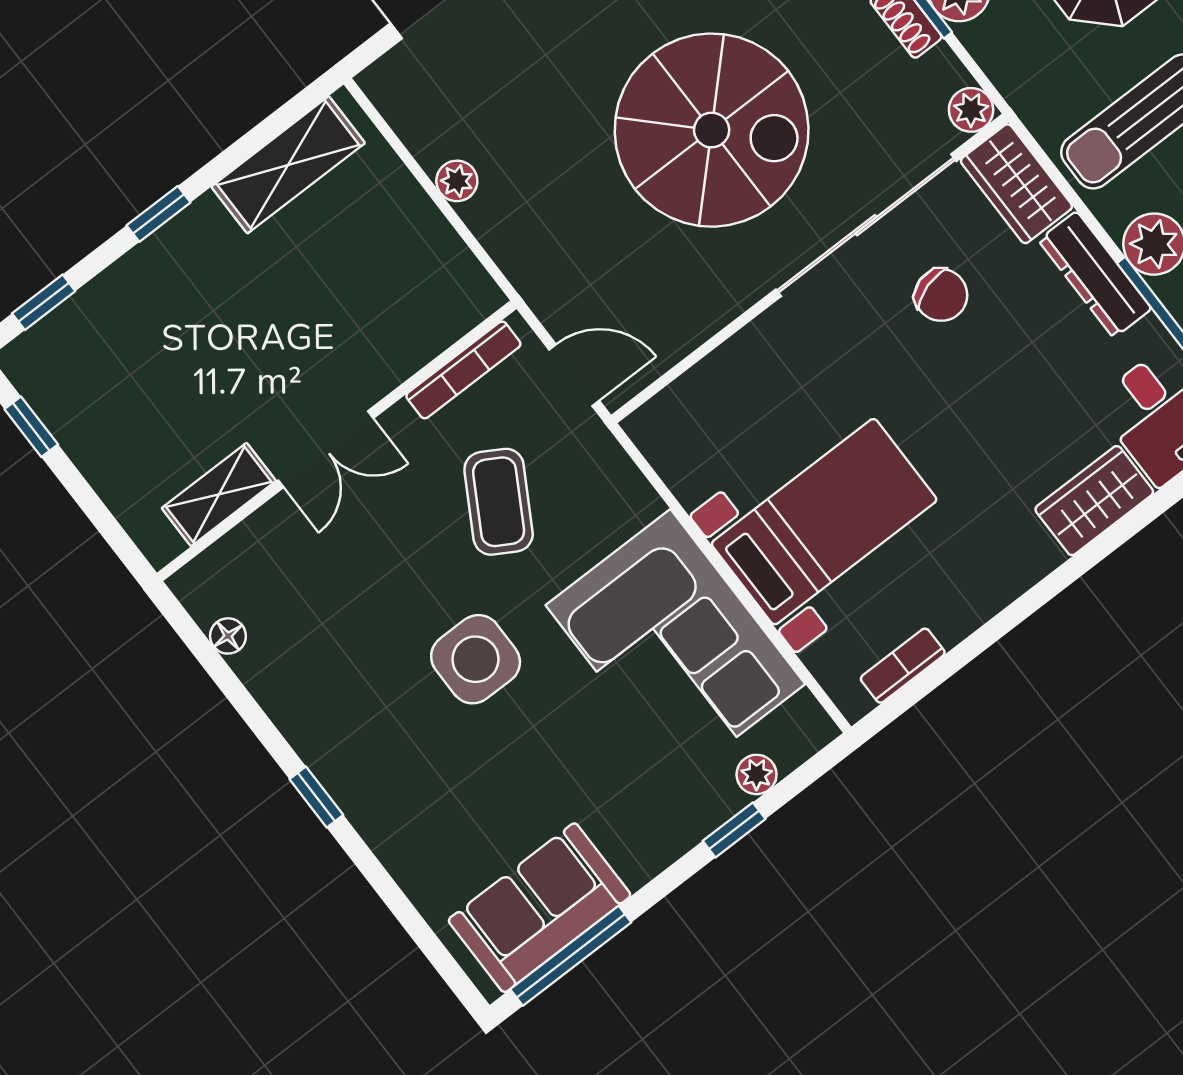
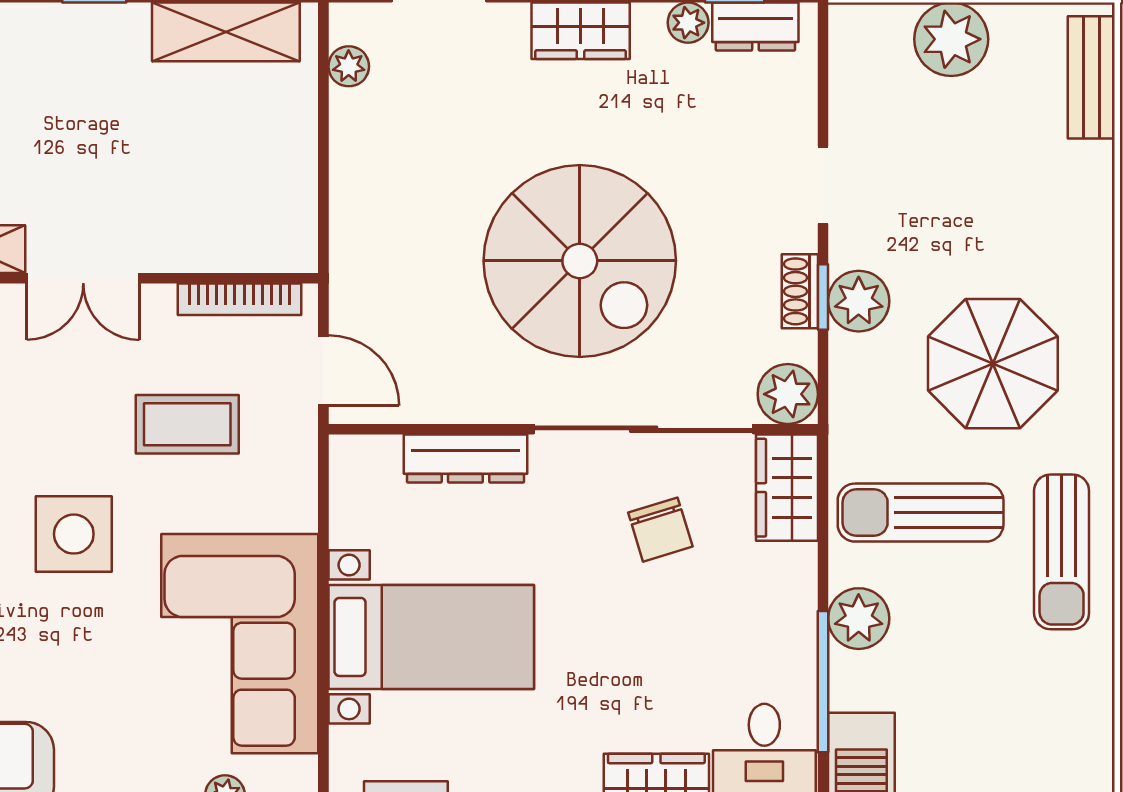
plant: (971, 110) -> (788, 394), width x1.38, depth x1.38
plant: (457, 181) -> (349, 66), moved
dresser: (1095, 275) -> (465, 459), moved, turned -90
coffee table: (499, 502) -> (187, 424), turned 60

